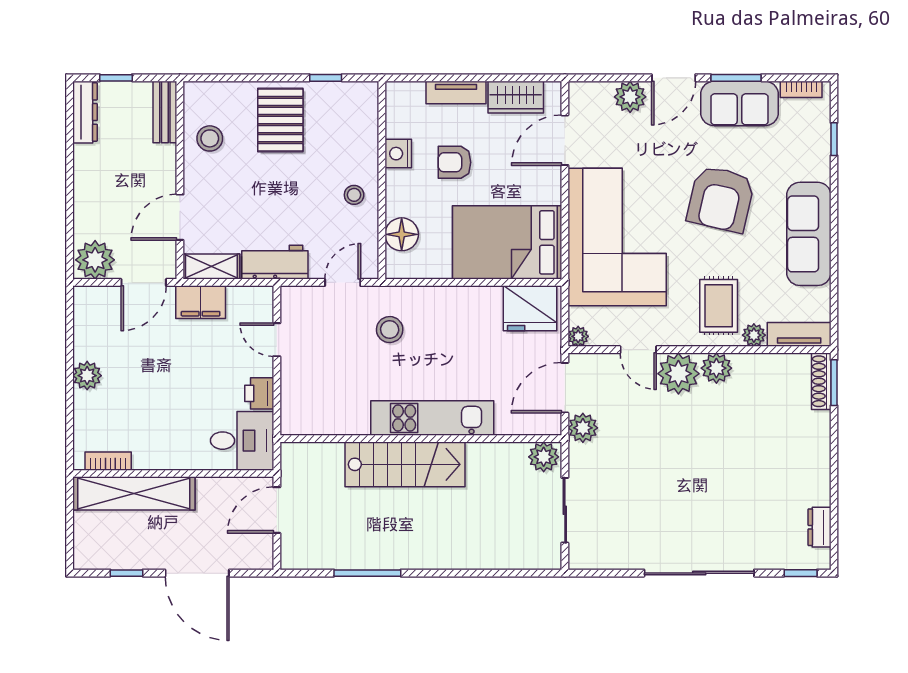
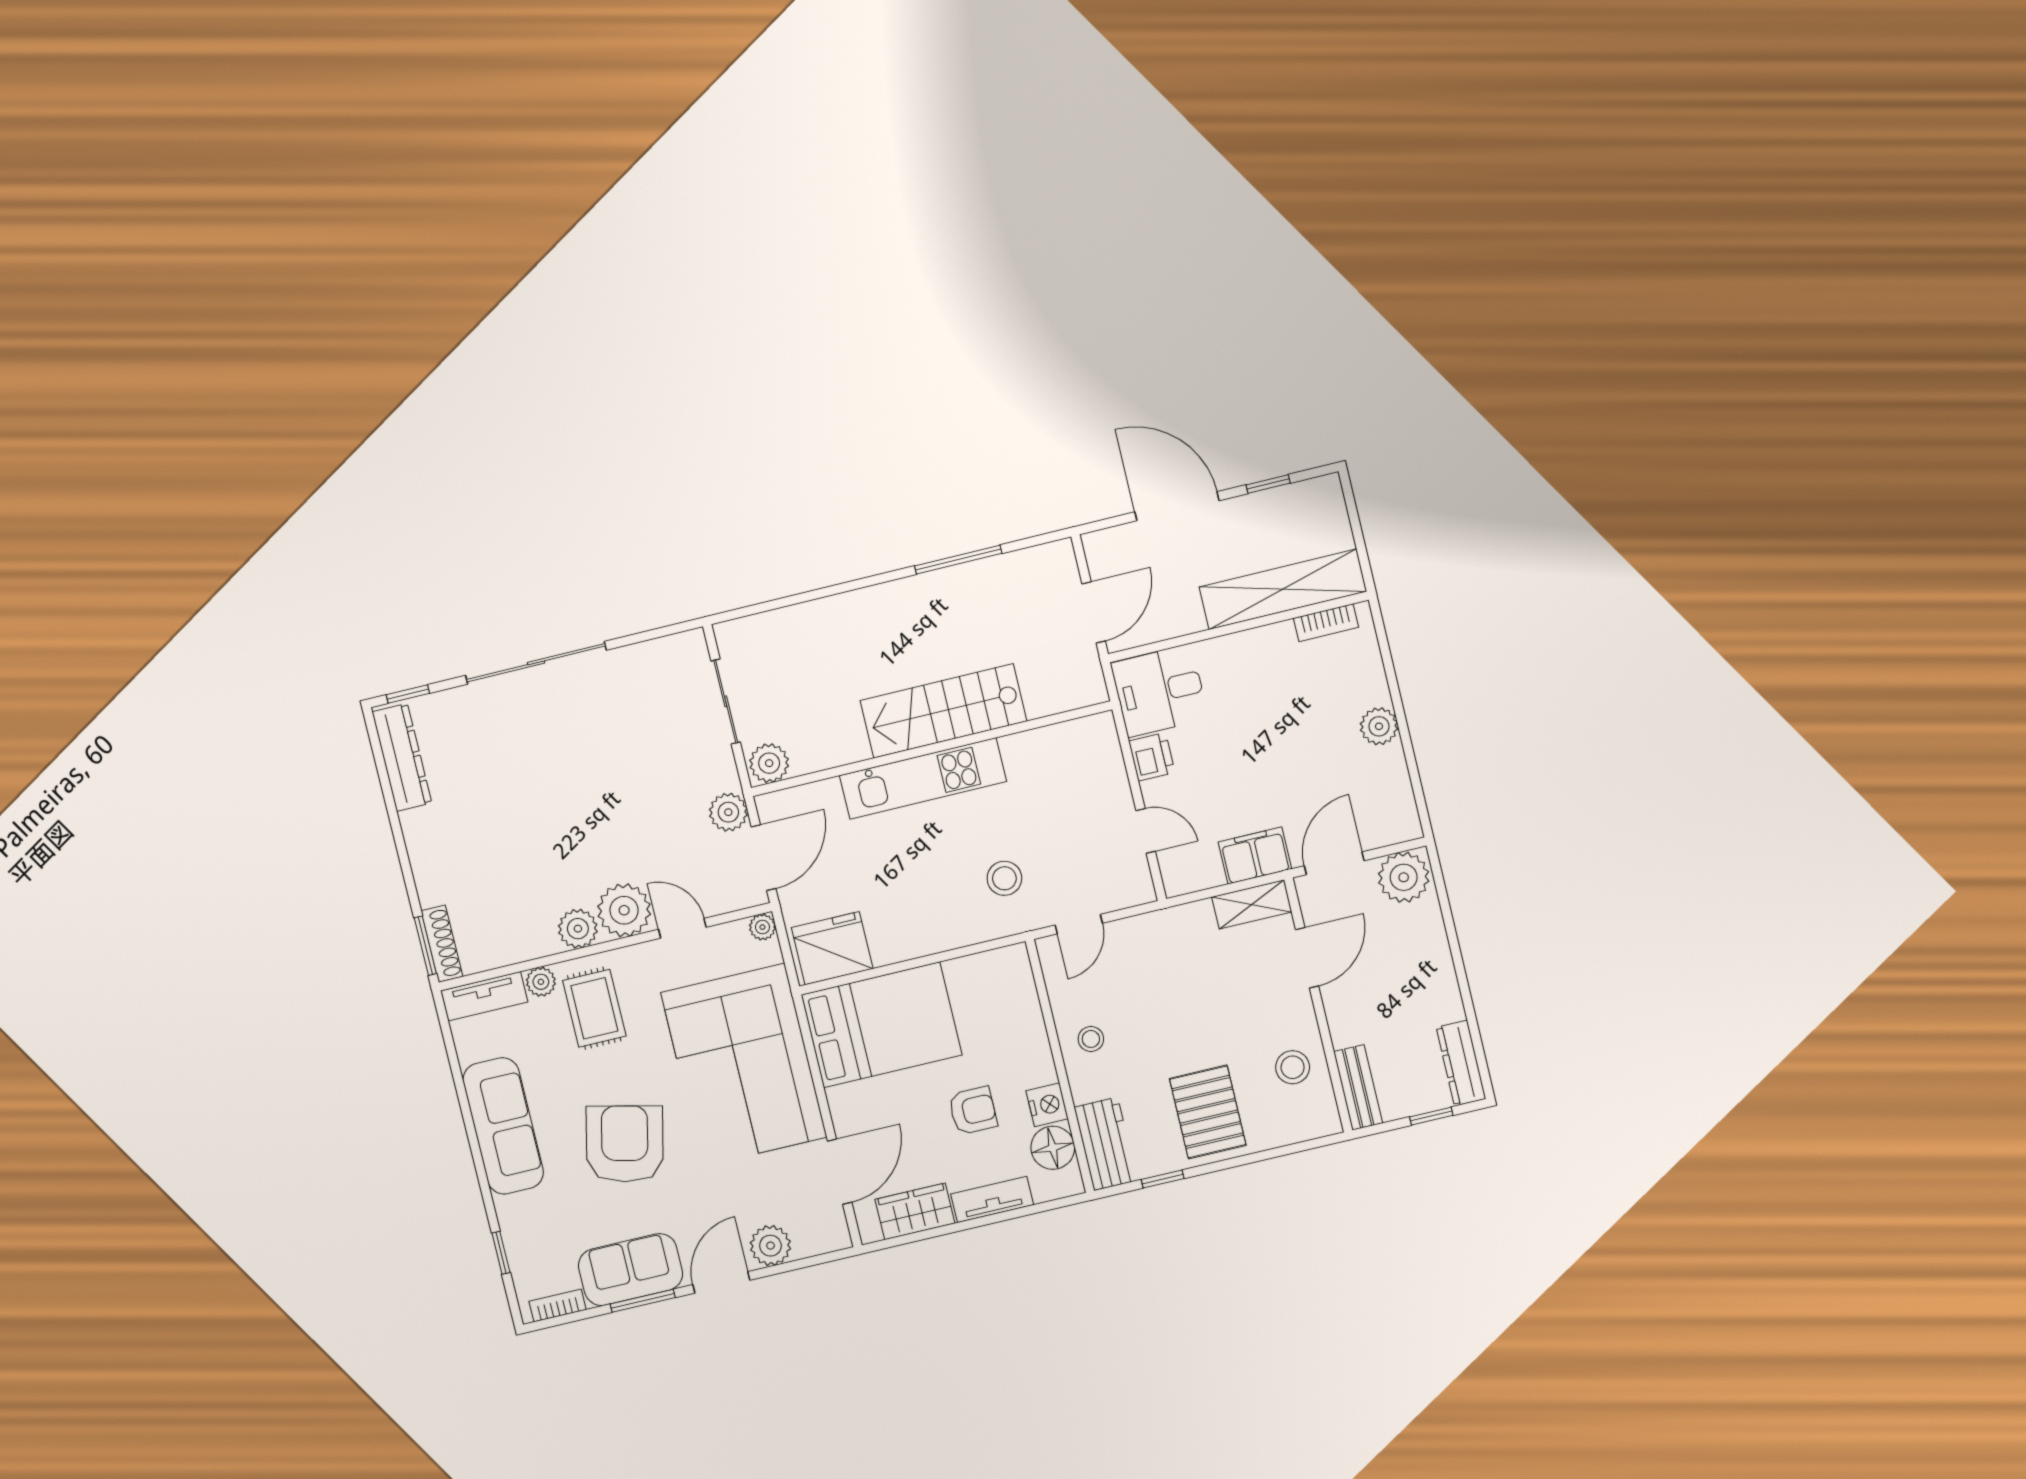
floor lamp: (402, 234) -> (1053, 1148), moved
workbench: (275, 262) -> (1106, 1144), moved, turned -90
dresser: (820, 527) -> (402, 757), width x1.96, depth x1.24

